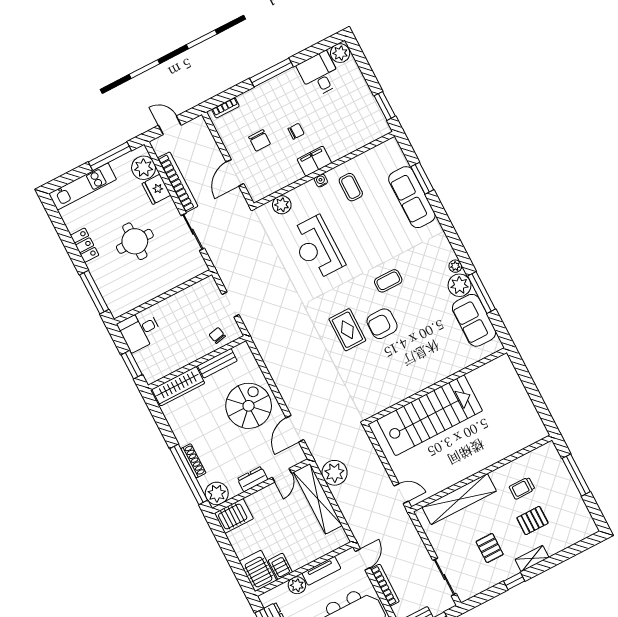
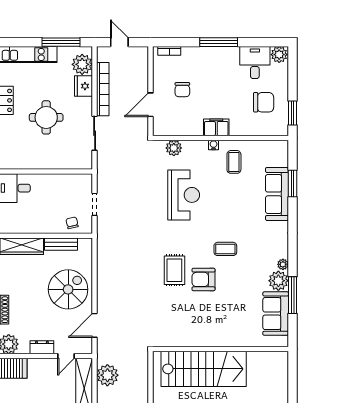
chair: (296, 131) -> (264, 102), moved, width x1.87, depth x1.87
reception desk: (317, 248) -> (184, 195), turned 180

